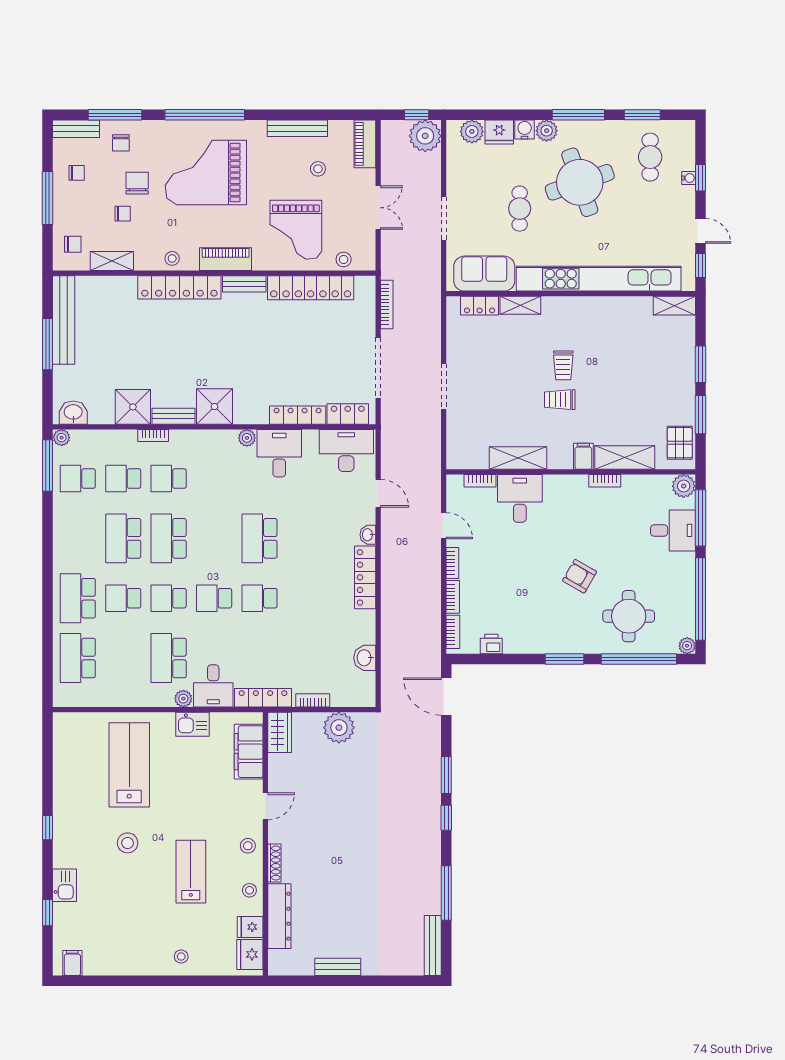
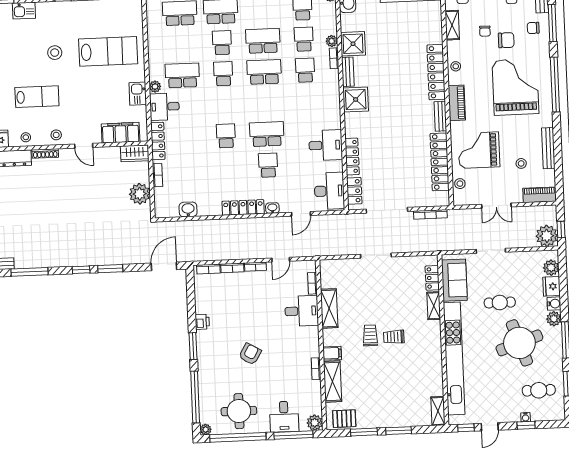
plant: (247, 438) -> (332, 41), moved
school desk: (214, 598) -> (268, 165), moved
round table: (629, 616) -> (239, 411), moved
printer: (491, 644) -> (202, 322), moved

